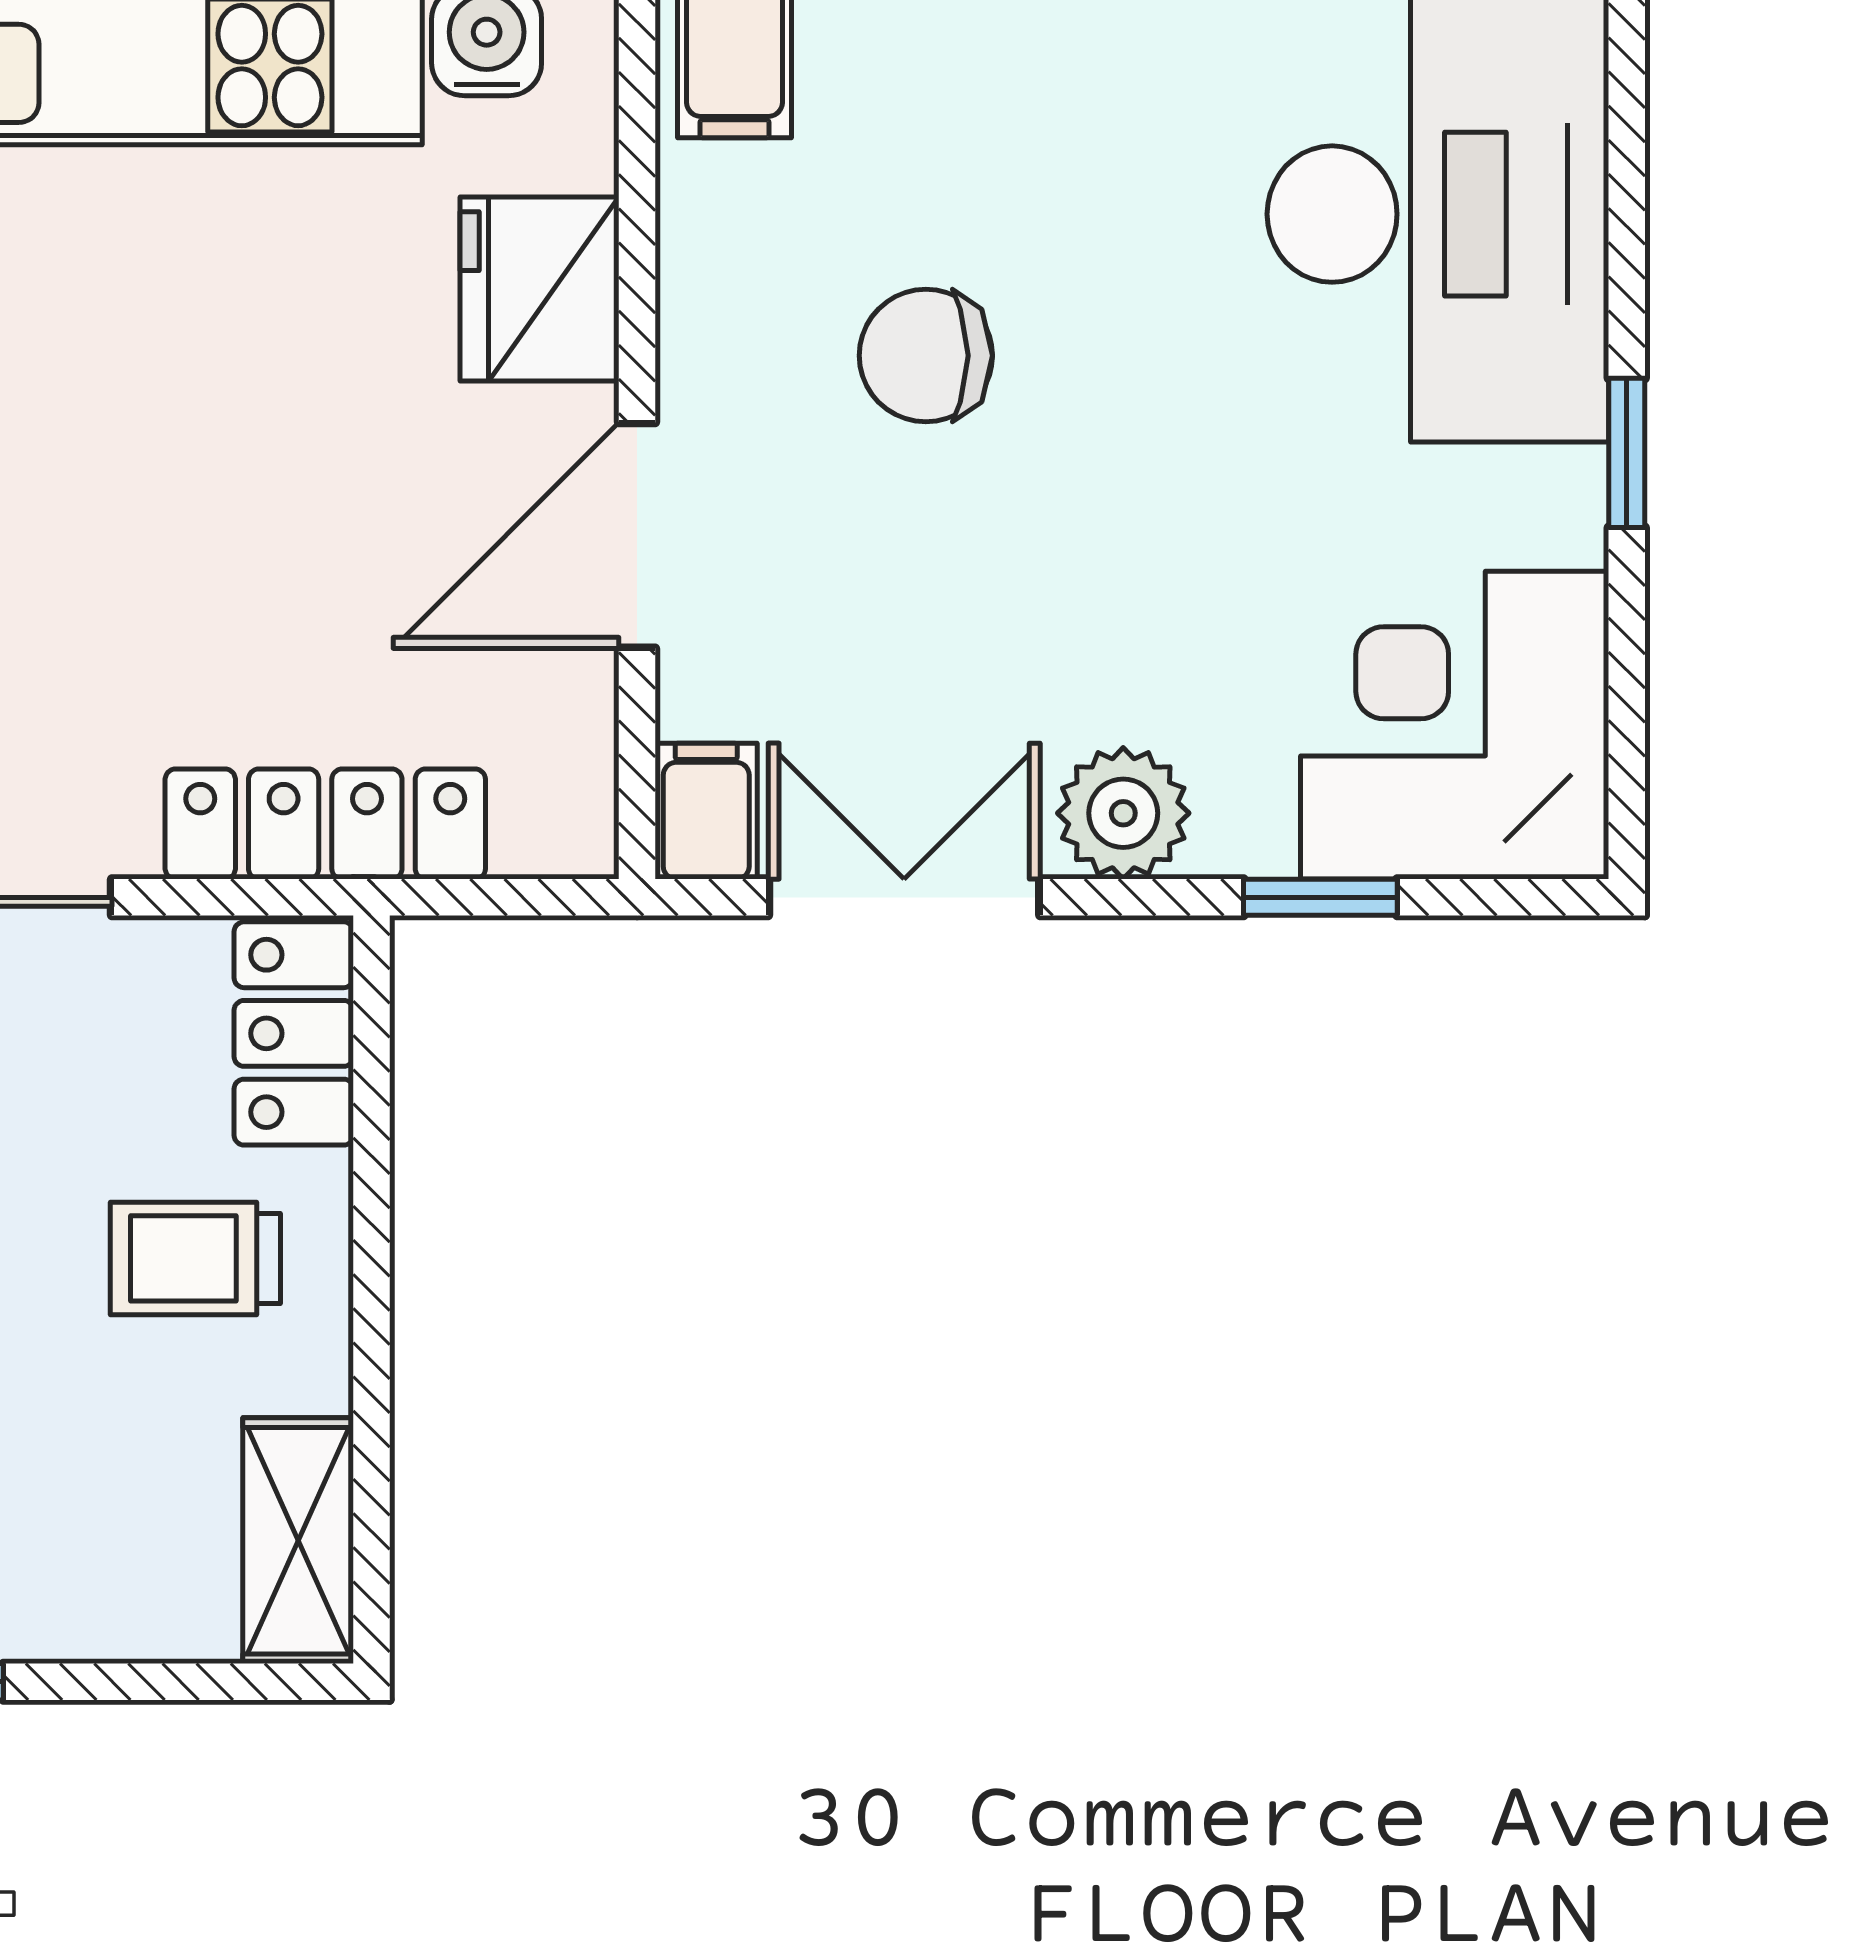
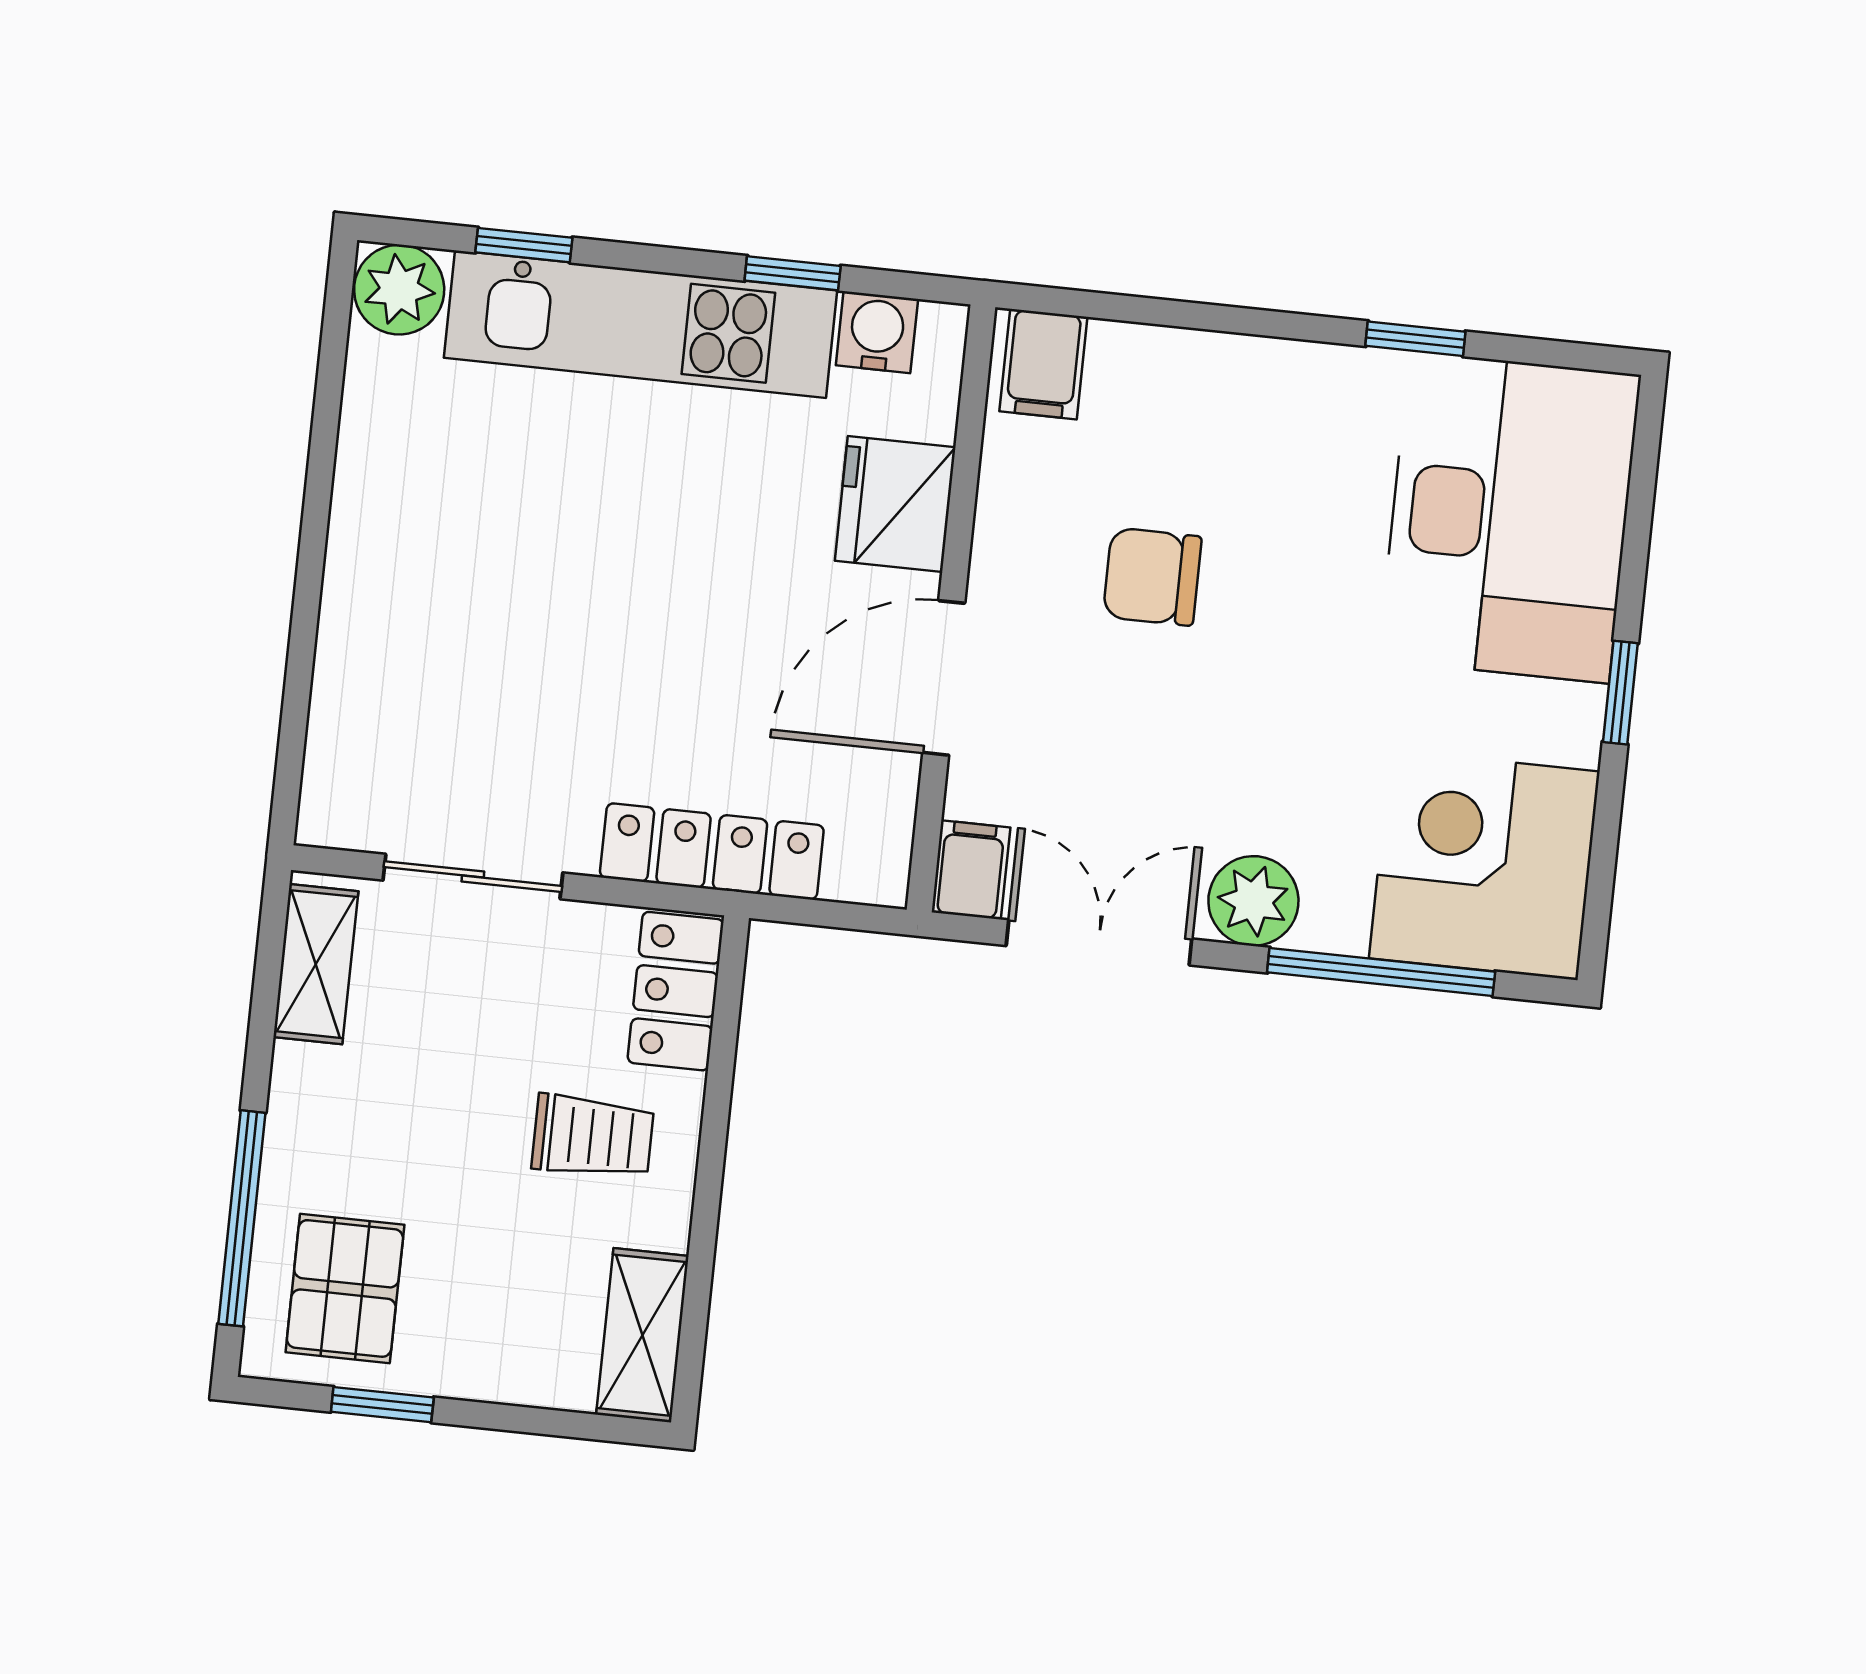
window: (1320, 897) -> (1381, 972), width x2.17
trolley: (195, 1258) -> (593, 1137), turned 180

